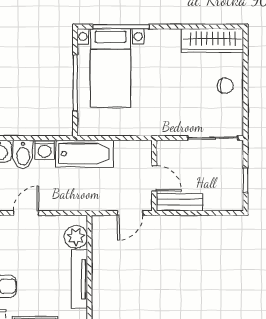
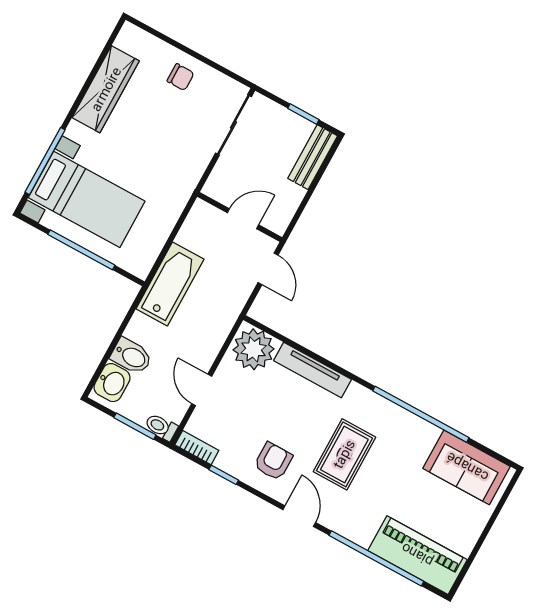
wardrobe: (212, 41) -> (106, 89), moved
chair: (225, 86) -> (181, 77), turned 90
washing machine: (45, 150) -> (140, 328), removed
bench: (179, 202) -> (313, 157), moved
plant: (76, 237) -> (254, 349), width x1.36, depth x1.36

